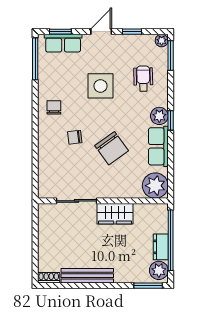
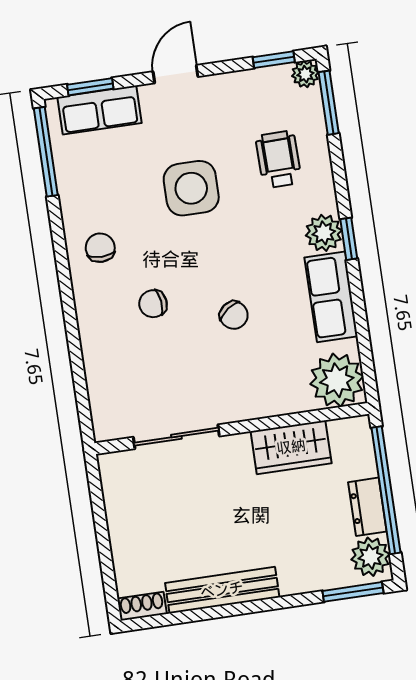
window: (132, 32) -> (274, 60), moved
chair: (112, 148) -> (234, 315), width x0.54, depth x0.54
wardrobe: (115, 214) -> (291, 447), moved

